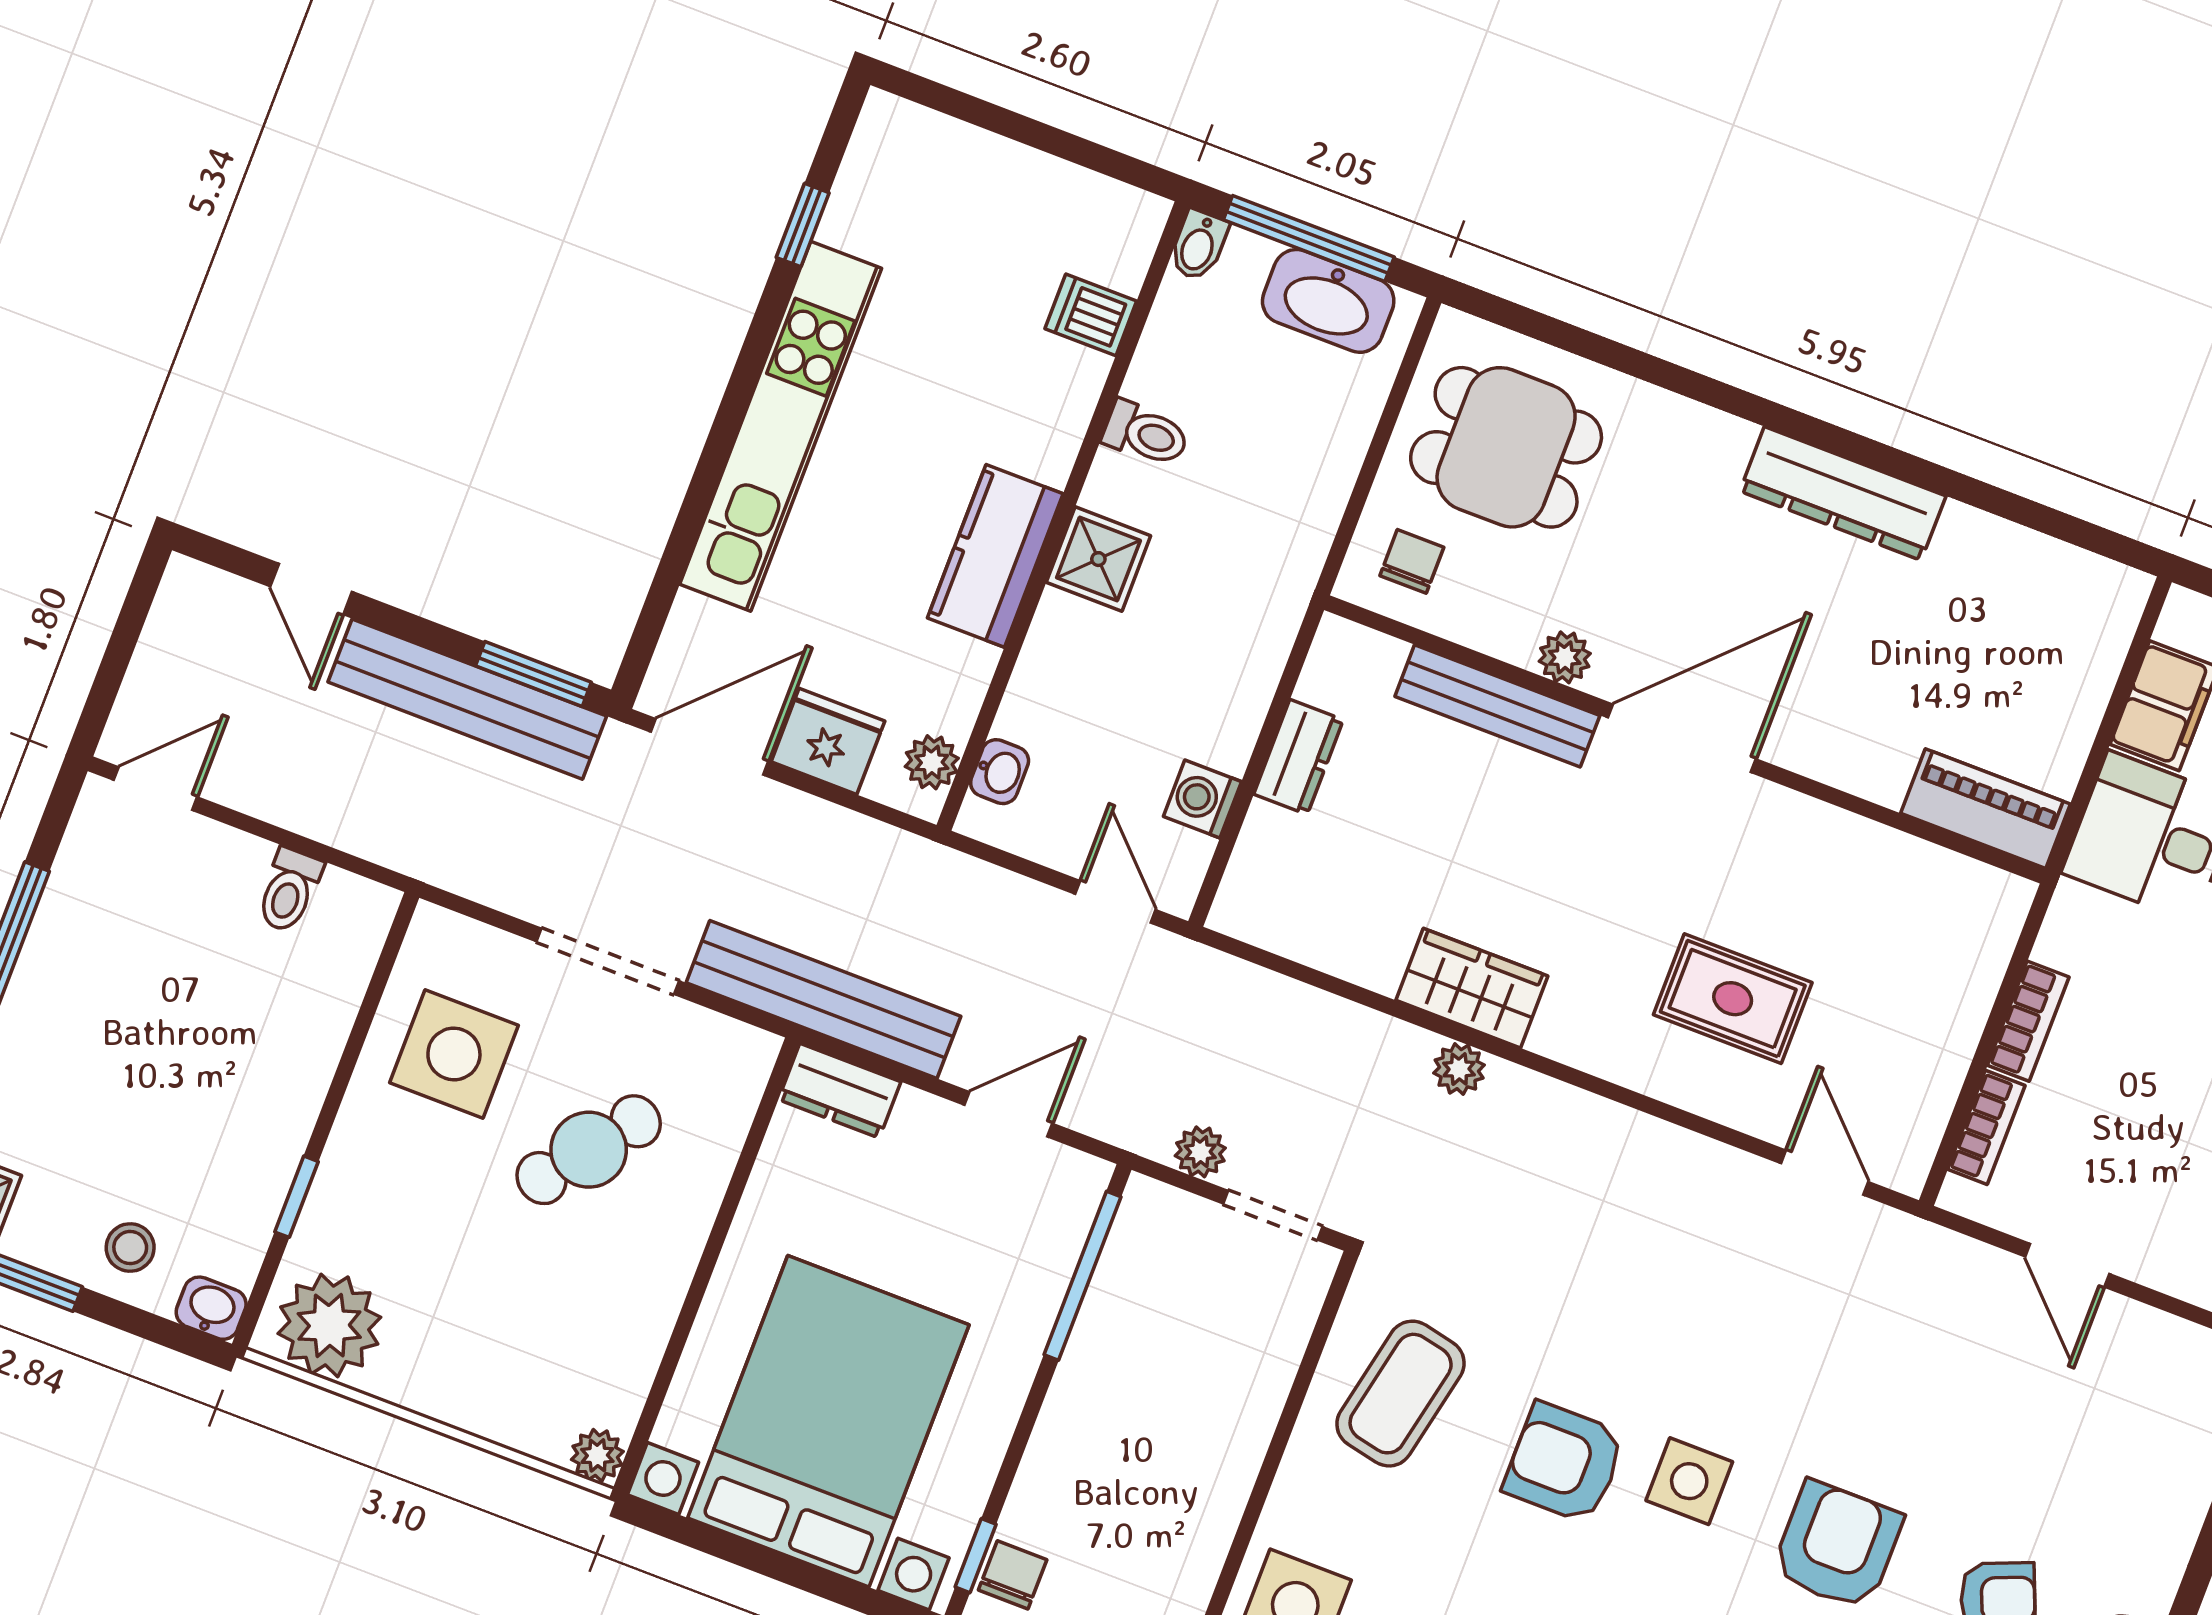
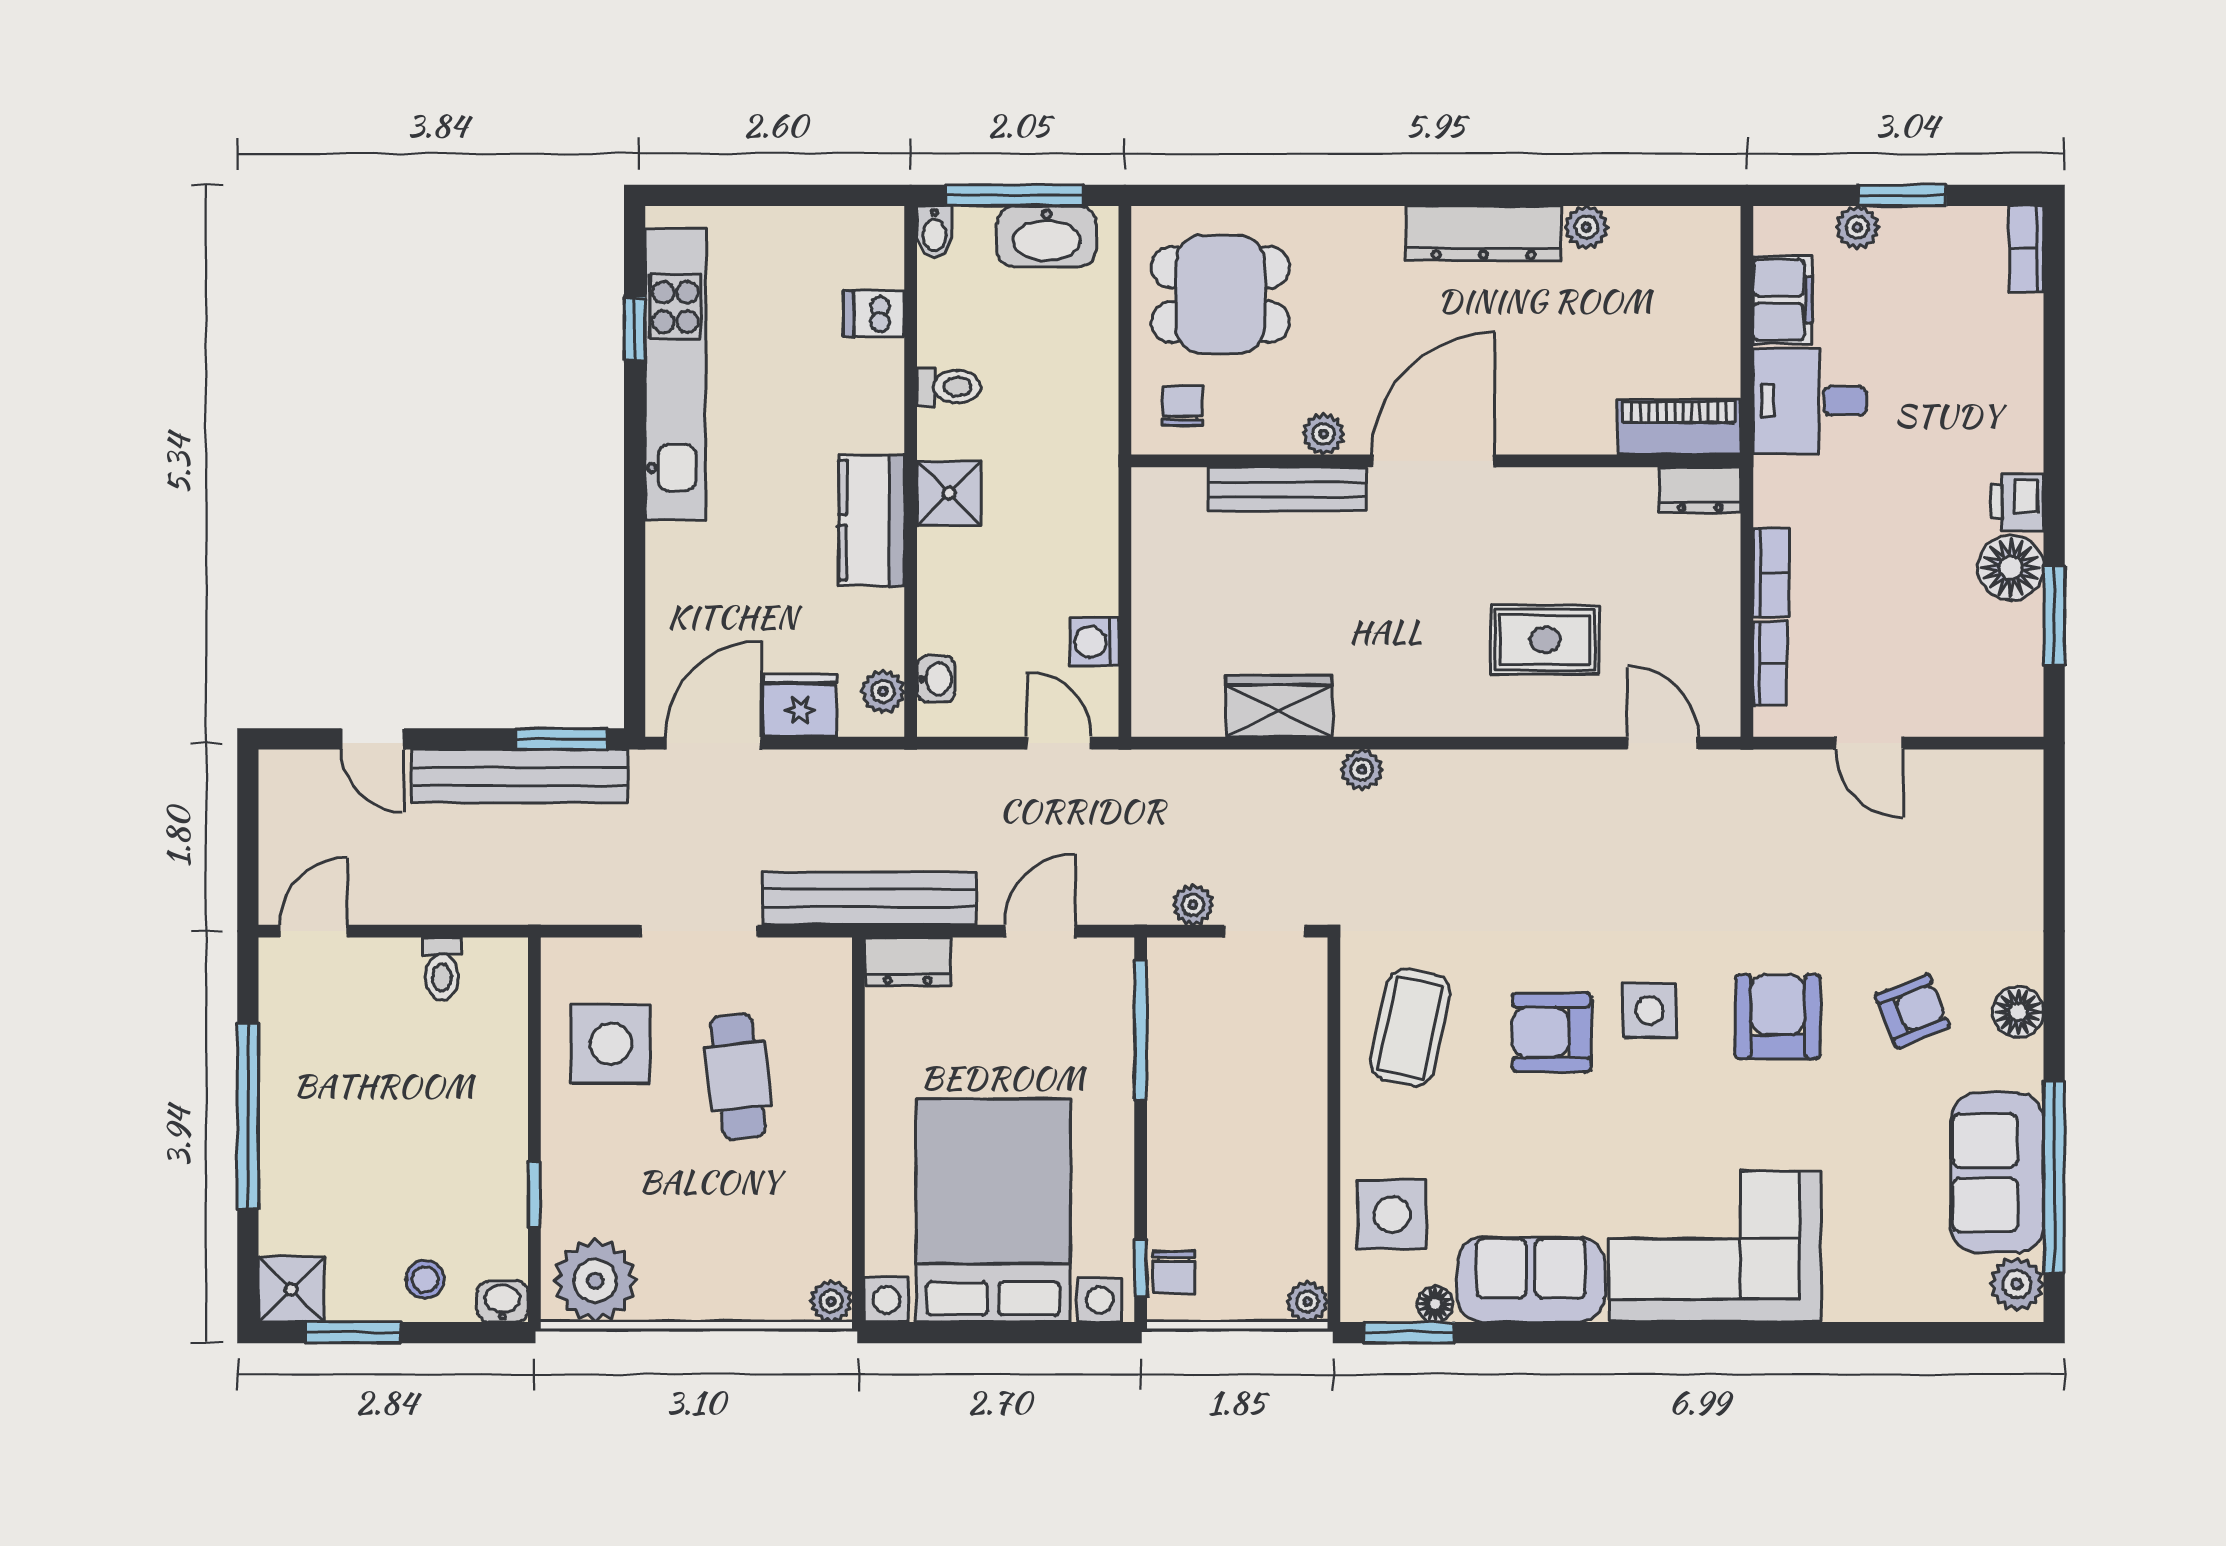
kitchen unit: (781, 426) -> (675, 374), moved
plant: (1966, 532) -> (1586, 227), added
dresser: (1299, 757) -> (1700, 490), moved, turned 90
wardrobe: (1472, 988) -> (1279, 706), moved
cafe table: (589, 1150) -> (738, 1077), turned -45
chair: (1013, 1575) -> (1174, 1272), turned 180

